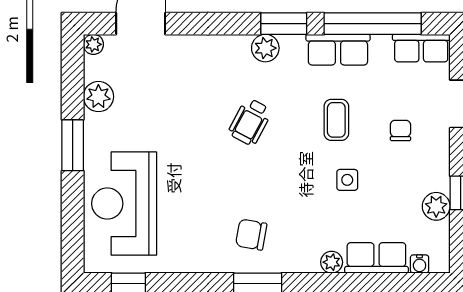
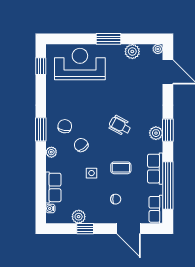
window: (284, 24) -> (168, 130), moved
chair: (290, 201) -> (81, 145), added
plant: (332, 262) -> (51, 152), moved

